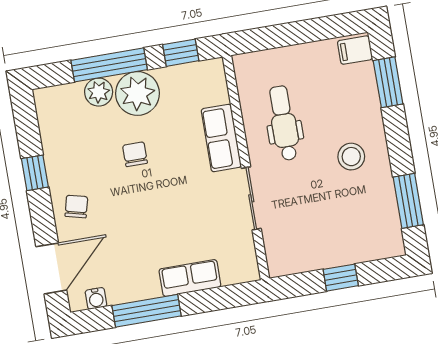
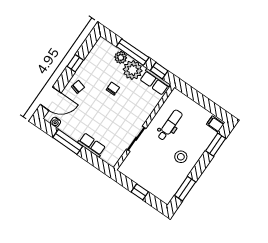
row of seats: (221, 138) -> (155, 82), moved, turned -90

